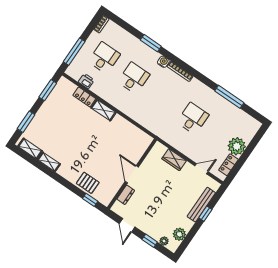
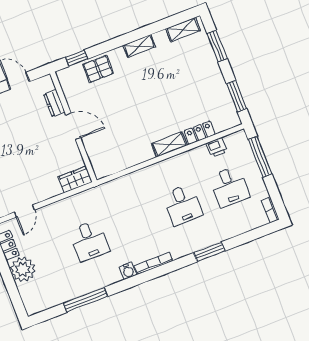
water cooler: (163, 62) -> (128, 271), moved
wardrobe: (174, 160) -> (75, 180), moved
shelving: (49, 162) -> (139, 46), moved

